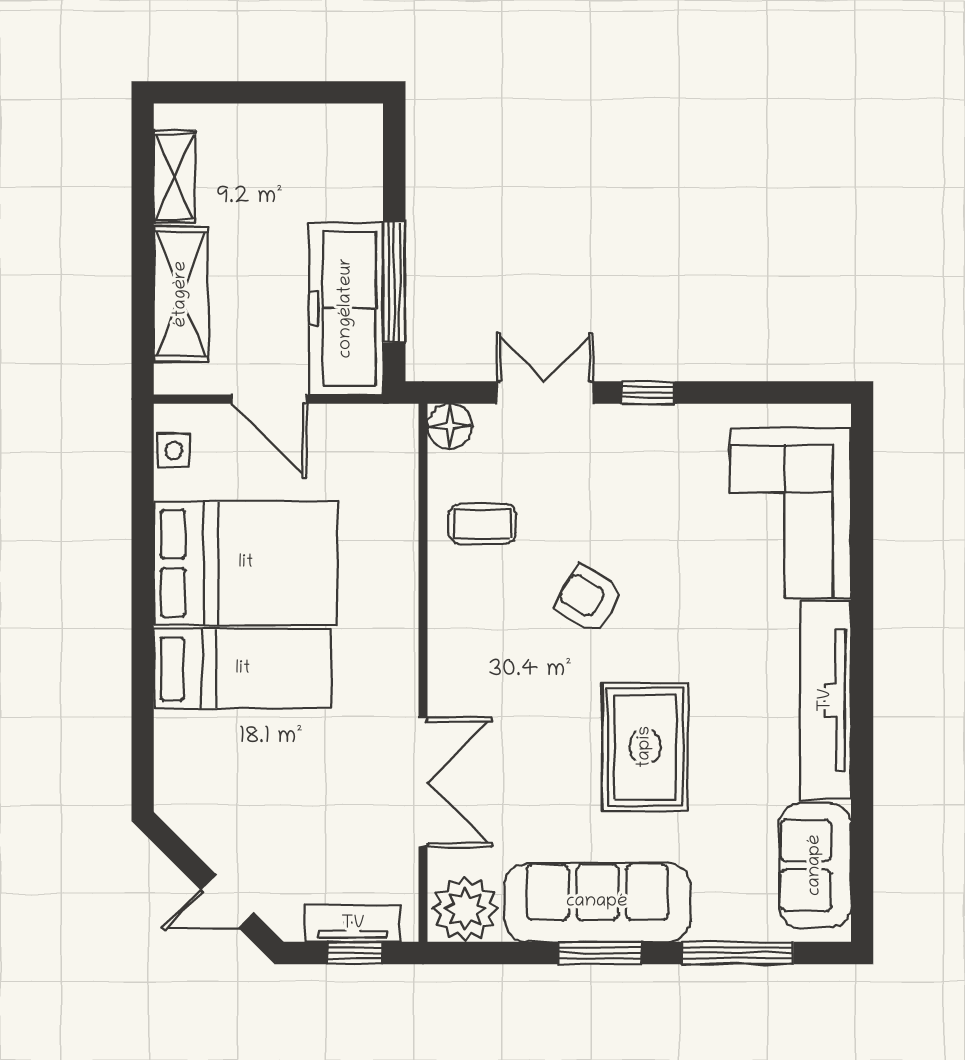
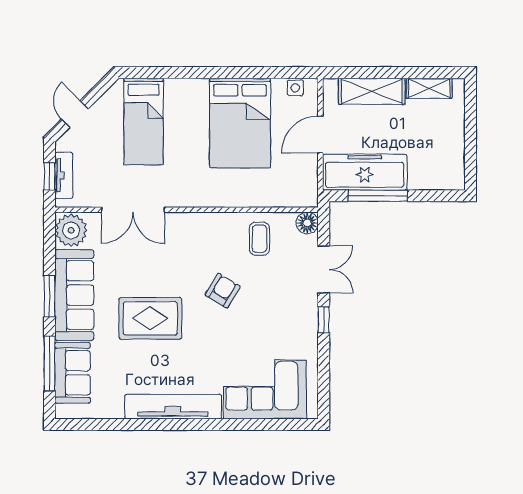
bed: (243, 669) -> (144, 122), moved
sofa: (815, 865) -> (73, 373), moved, turned 90

